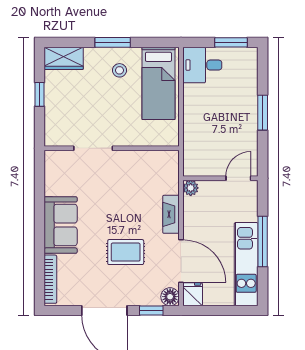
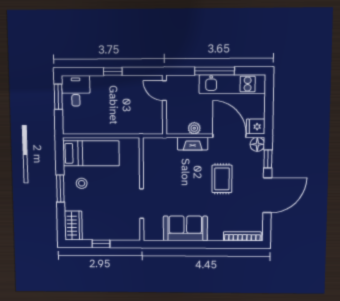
desk: (202, 65) -> (76, 91), moved, turned 180
window: (263, 113) -> (113, 71), width x0.67
plant: (191, 188) -> (194, 128), moved
sofa: (61, 225) -> (185, 228), moved
door: (181, 261) -> (229, 136), hinge flipped

